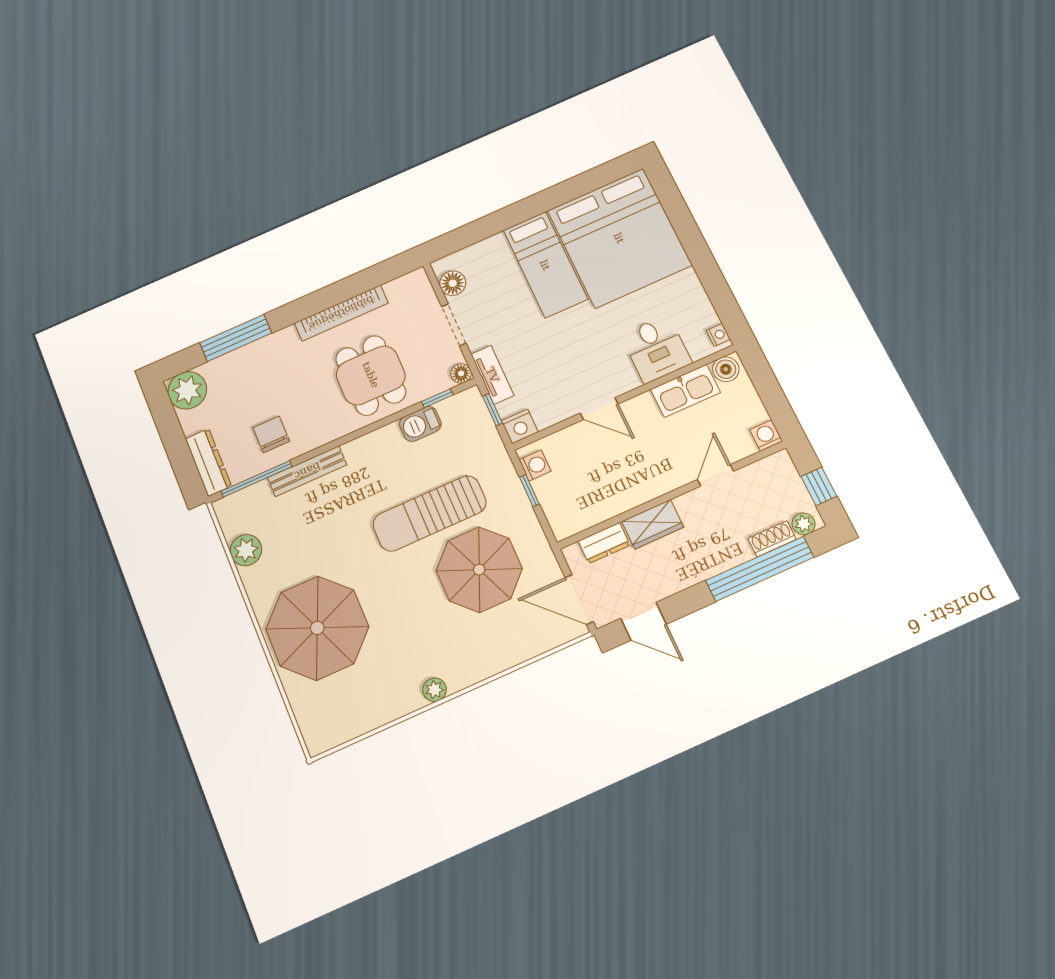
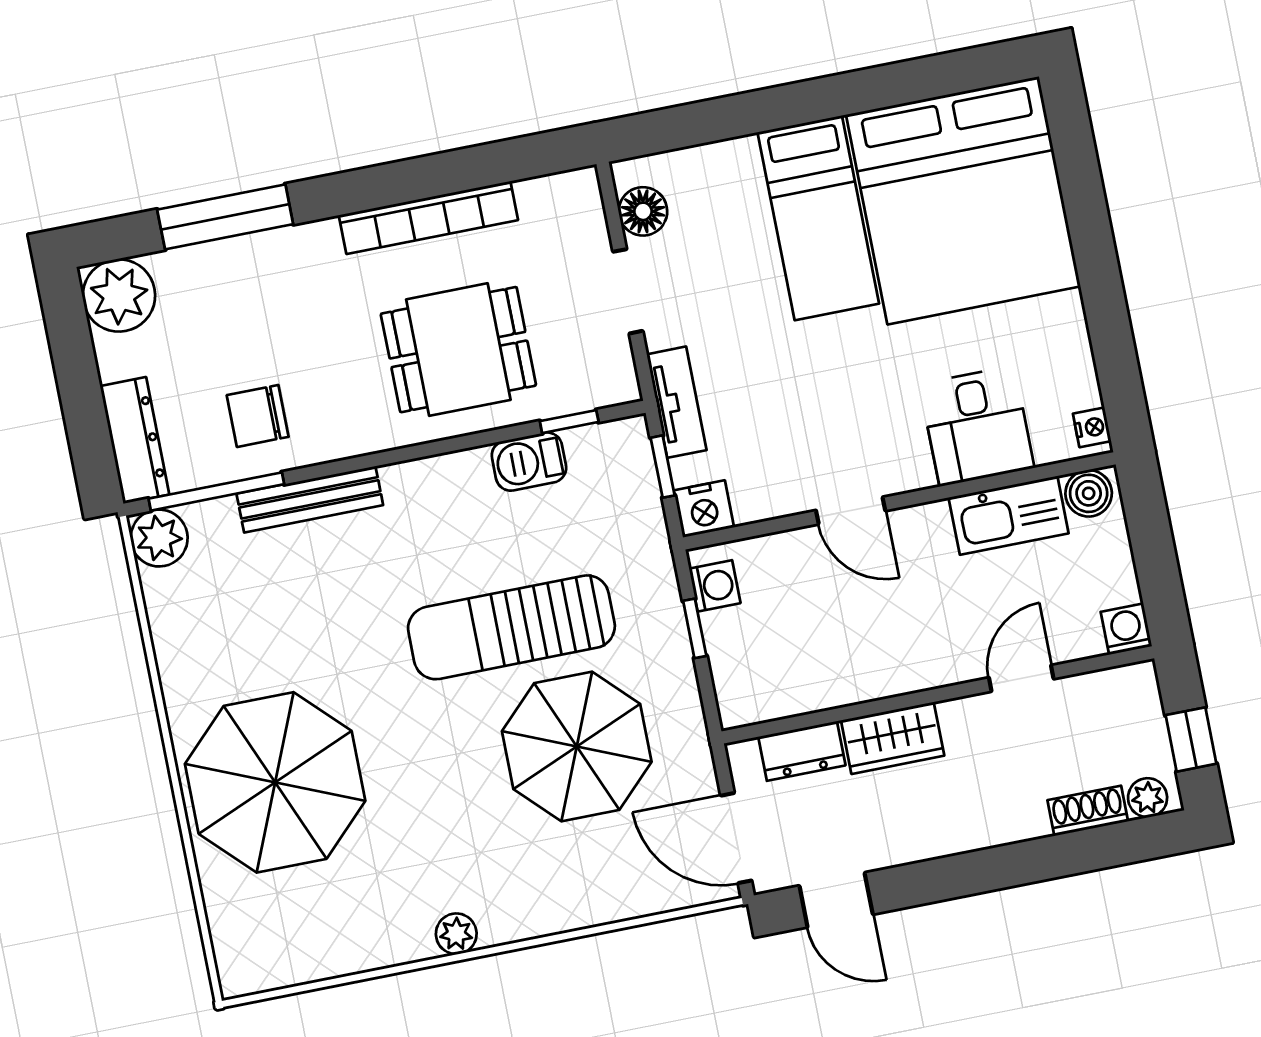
floor lamp: (461, 373) -> (621, 386), removed
dining table: (371, 375) -> (458, 350), turned 90
chair: (271, 434) -> (258, 416), turned -90
plant: (246, 550) -> (159, 538), moved
window: (760, 569) -> (1053, 857), removed

